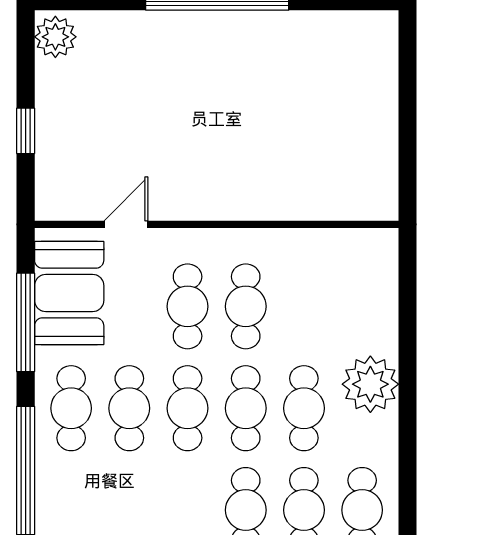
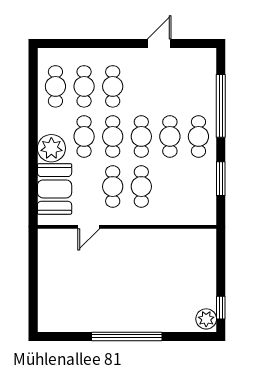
window: (26, 131) -> (221, 308), moved
door: (126, 224) -> (89, 227), moved
booth: (69, 293) -> (55, 189), moved
window: (26, 322) -> (221, 179), width x0.69

